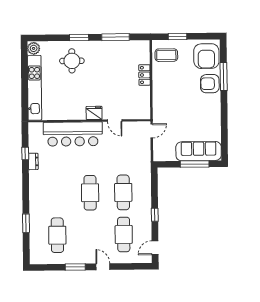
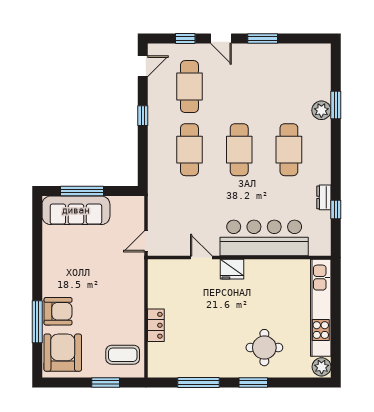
plant: (35, 220) -> (321, 110), added
cafe table: (57, 235) -> (289, 150), moved
window: (127, 267) -> (185, 39), added

